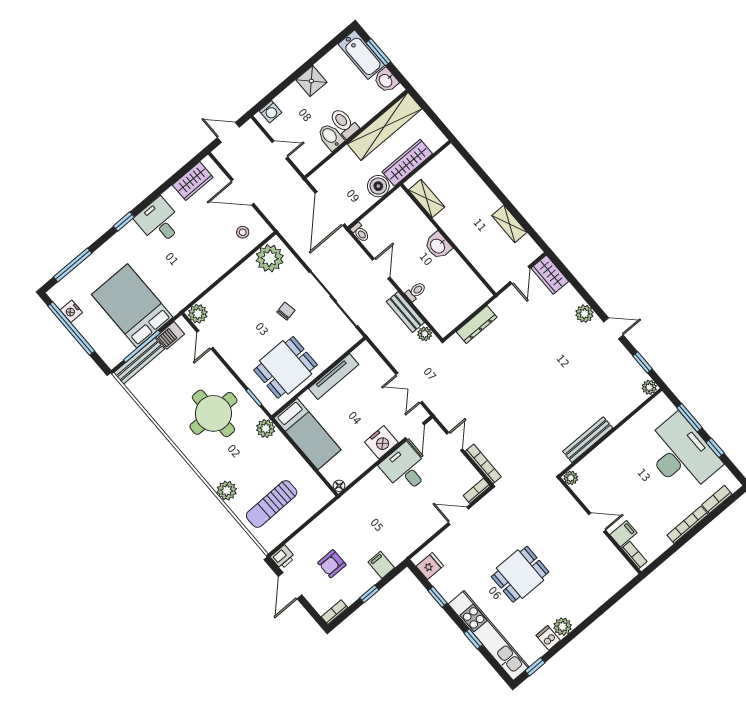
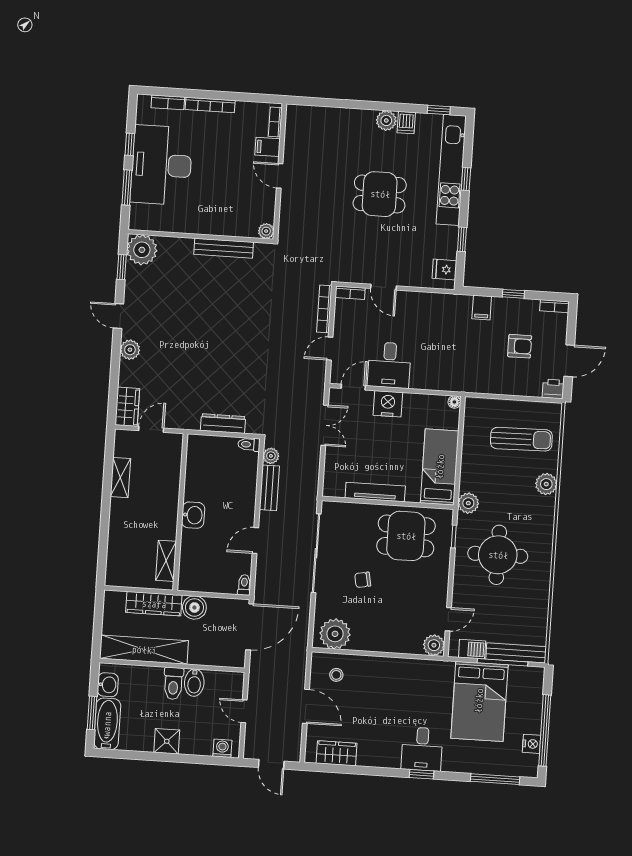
desk: (159, 222) -> (422, 749), moved
toilet: (416, 291) -> (249, 444), moved
plant: (649, 387) -> (142, 250), width x1.88, depth x1.88

